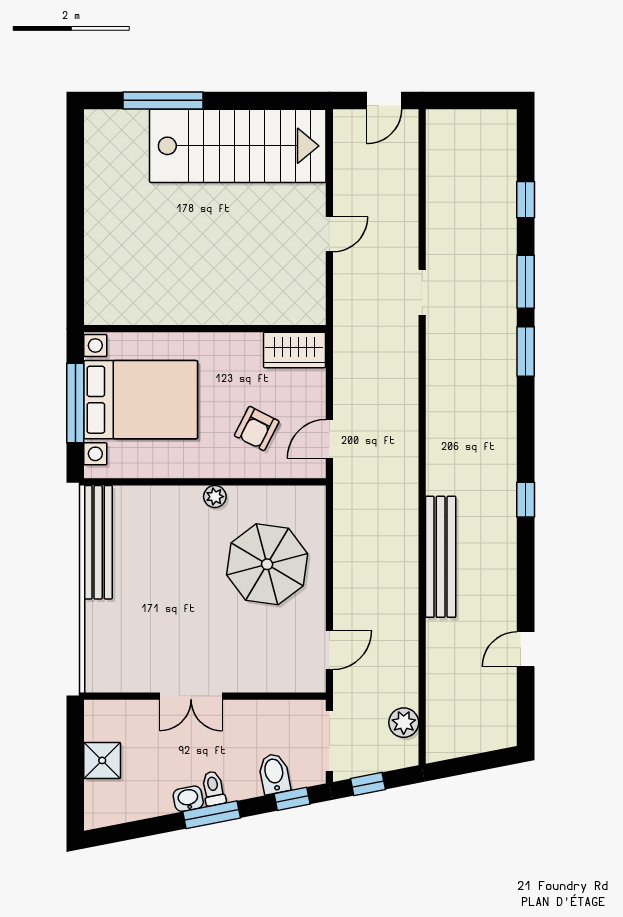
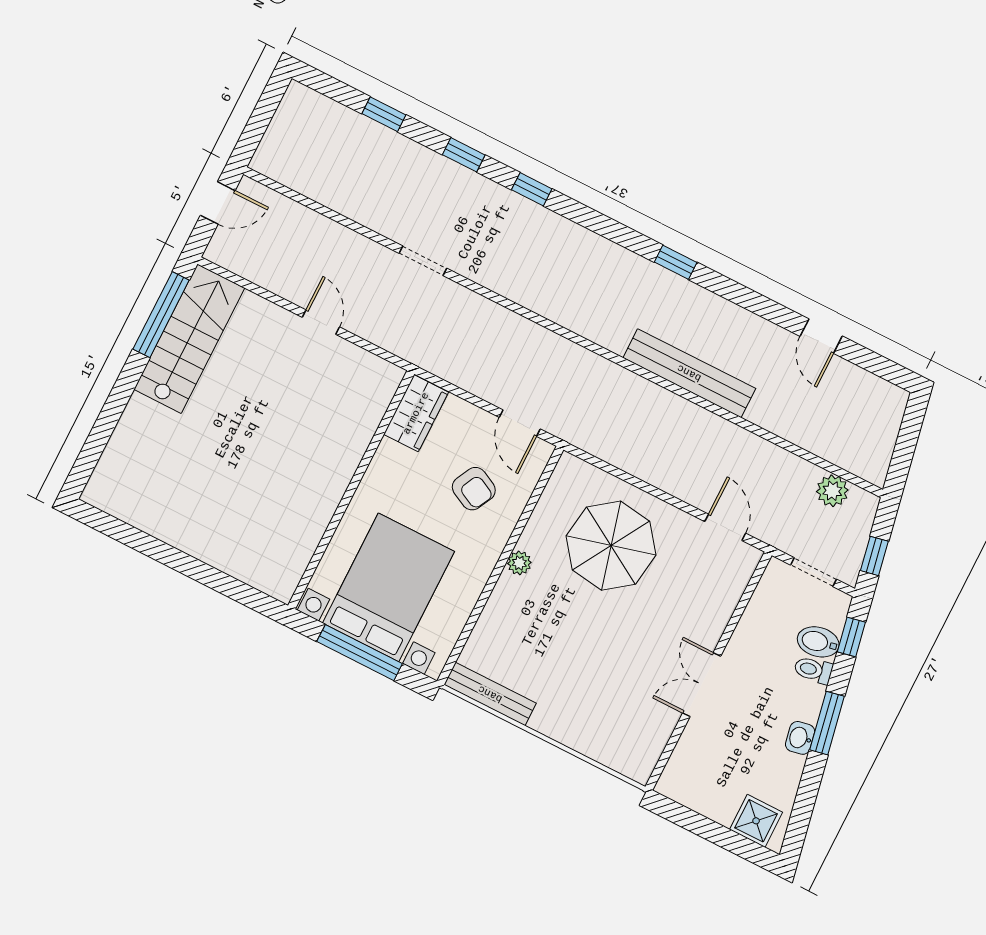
window: (163, 100) -> (161, 315), moved
door: (384, 100) -> (218, 203), hinge flipped
stairs: (238, 146) -> (189, 339), width x0.73, depth x0.66
window: (526, 282) -> (464, 155), width x0.67
window: (526, 352) -> (532, 189), width x0.67
bench: (98, 542) -> (490, 694), width x0.73, depth x0.82
double door: (191, 696) -> (702, 685), swing flipped
doorway: (329, 741) -> (814, 572), width x0.73
shower: (102, 760) -> (756, 821), moved
toilet: (213, 788) -> (813, 670), moved

